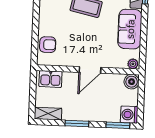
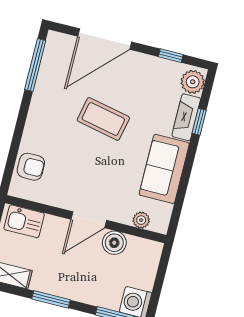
plant: (133, 64) -> (141, 220), moved
boiler: (132, 82) -> (114, 243), moved

